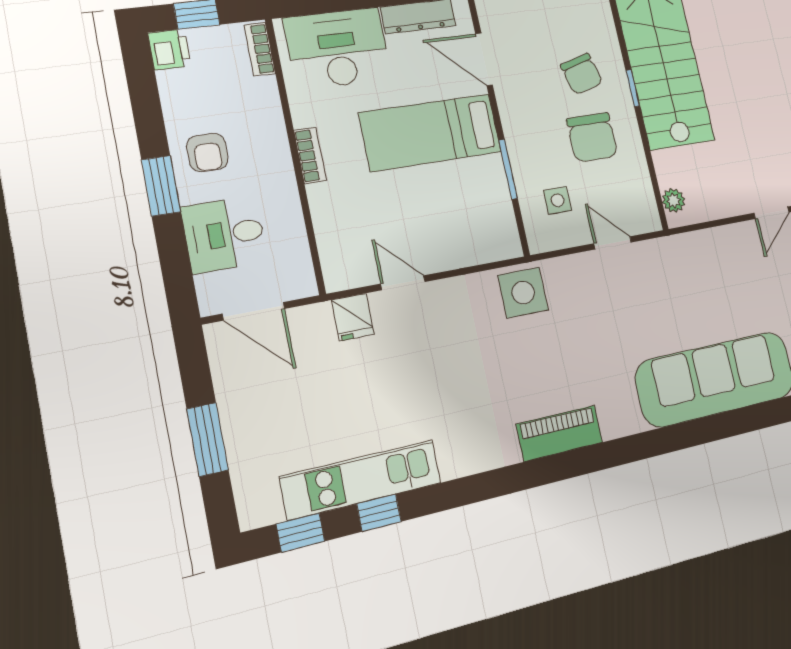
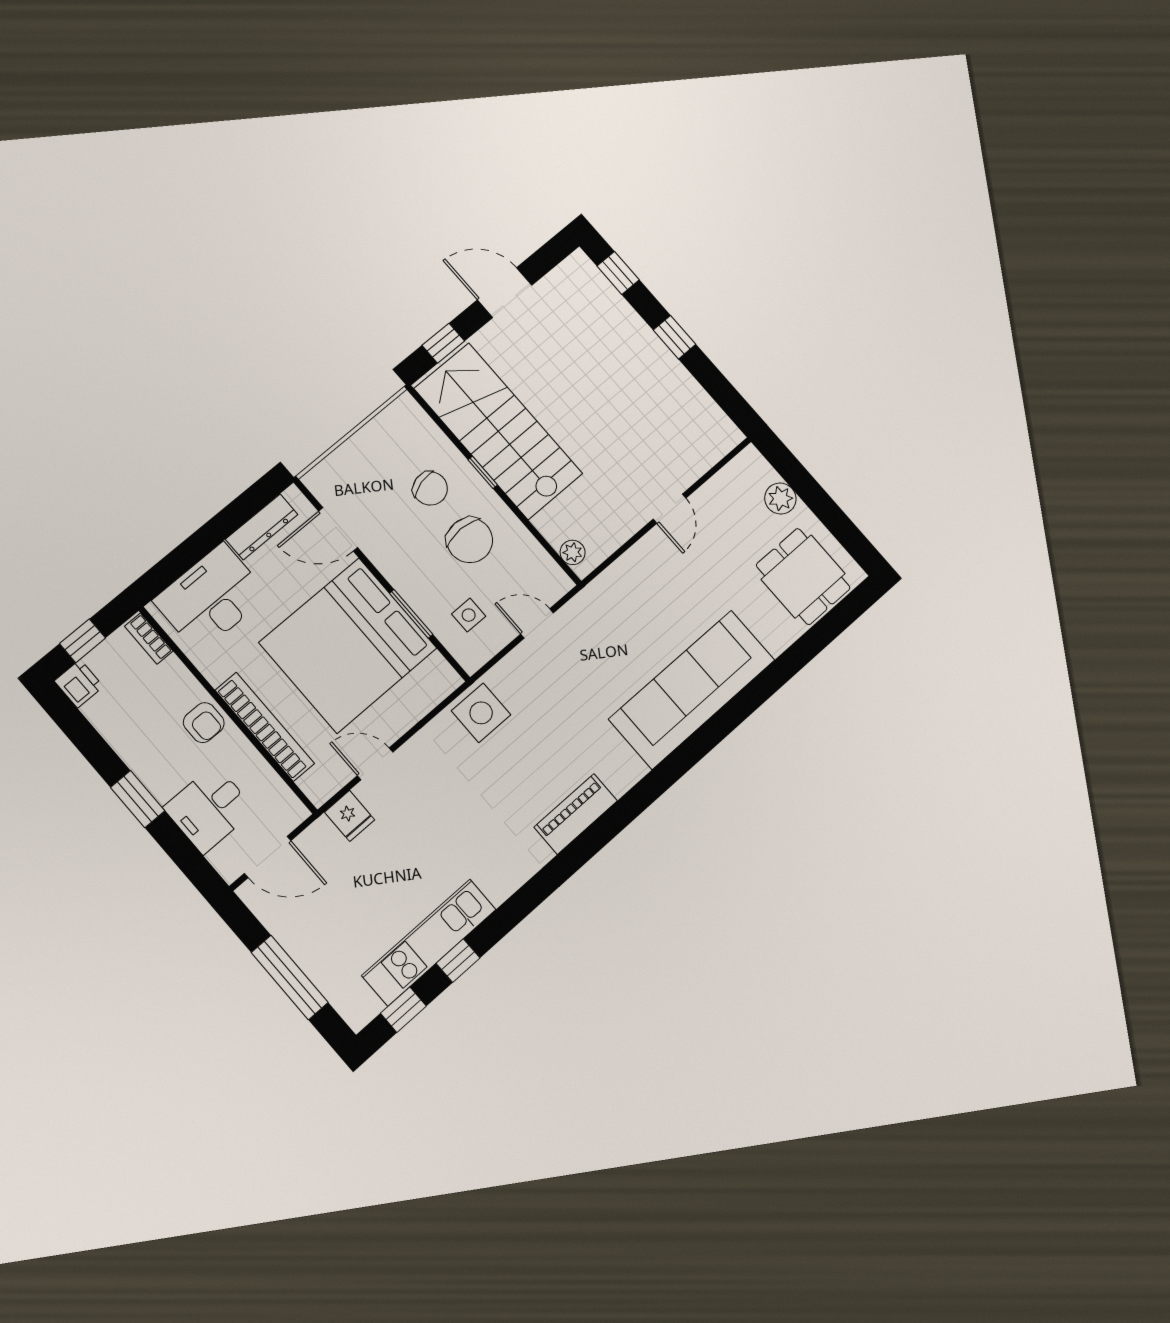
bed: (431, 132) -> (348, 645), width x2.04
armchair: (207, 152) -> (204, 723), moved
bookcase: (310, 155) -> (265, 727), width x2.31, depth x1.31
window: (208, 439) -> (290, 977), width x1.44

